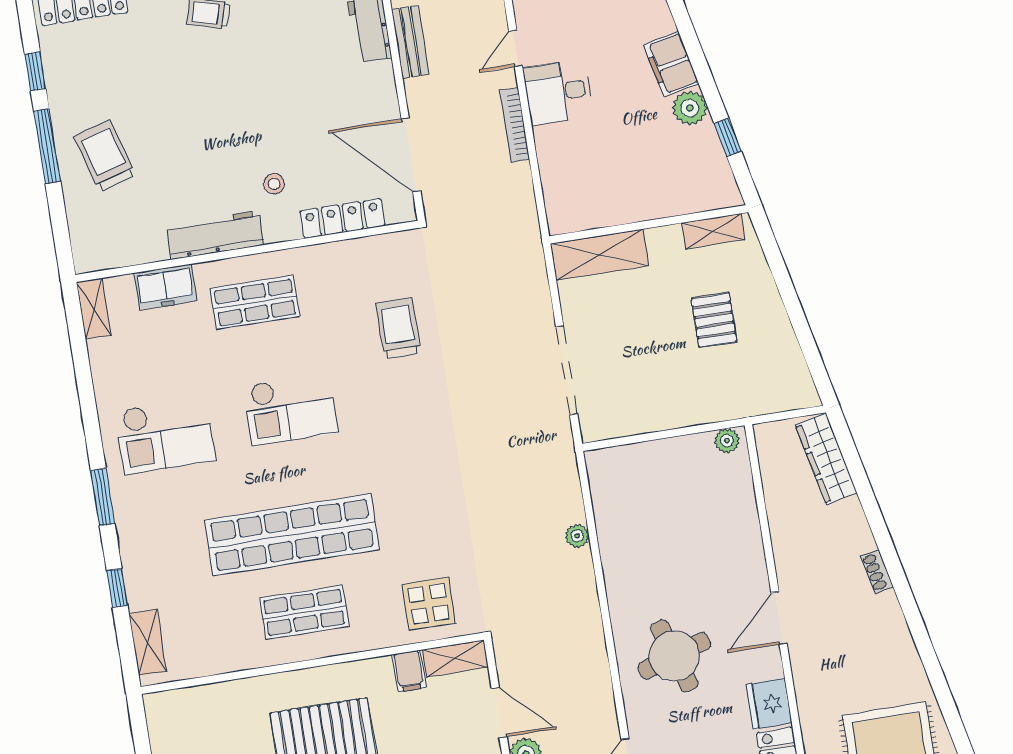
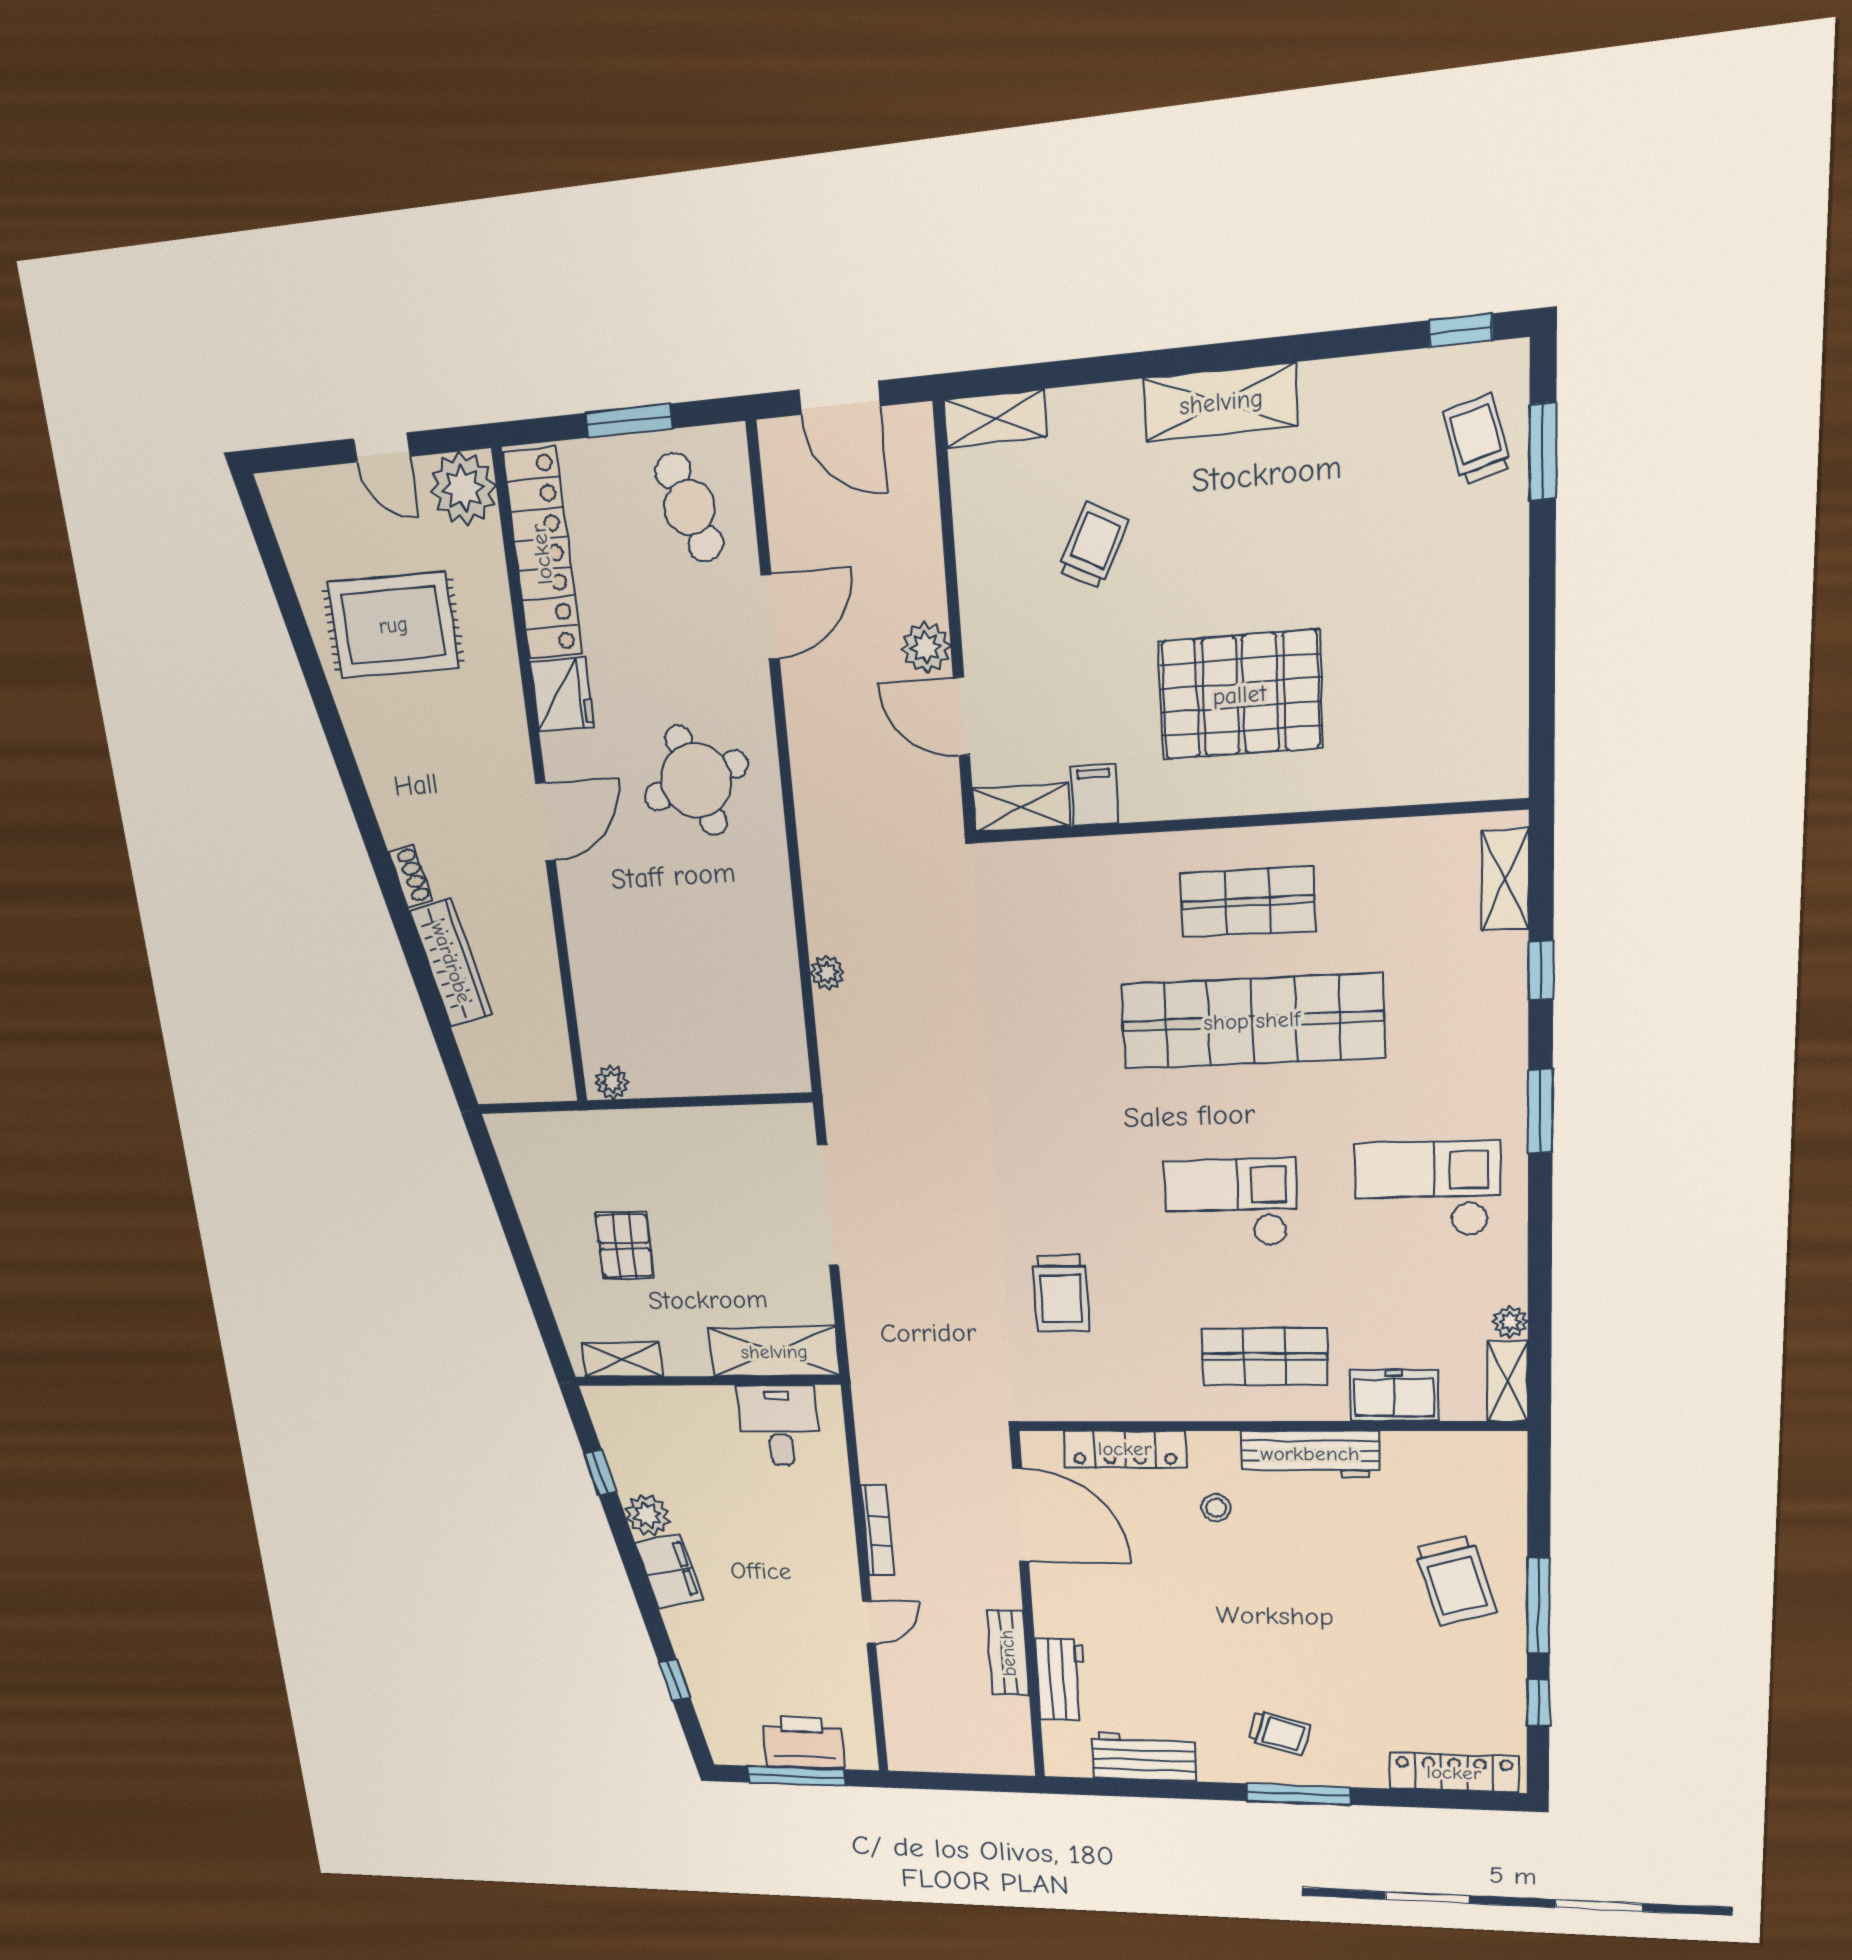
desk: (558, 92) -> (779, 1425), moved, turned -90
plant: (99, 351) -> (1510, 1322), added
wardrobe: (826, 459) -> (451, 963), moved
display table: (429, 604) -> (1054, 895), removed

